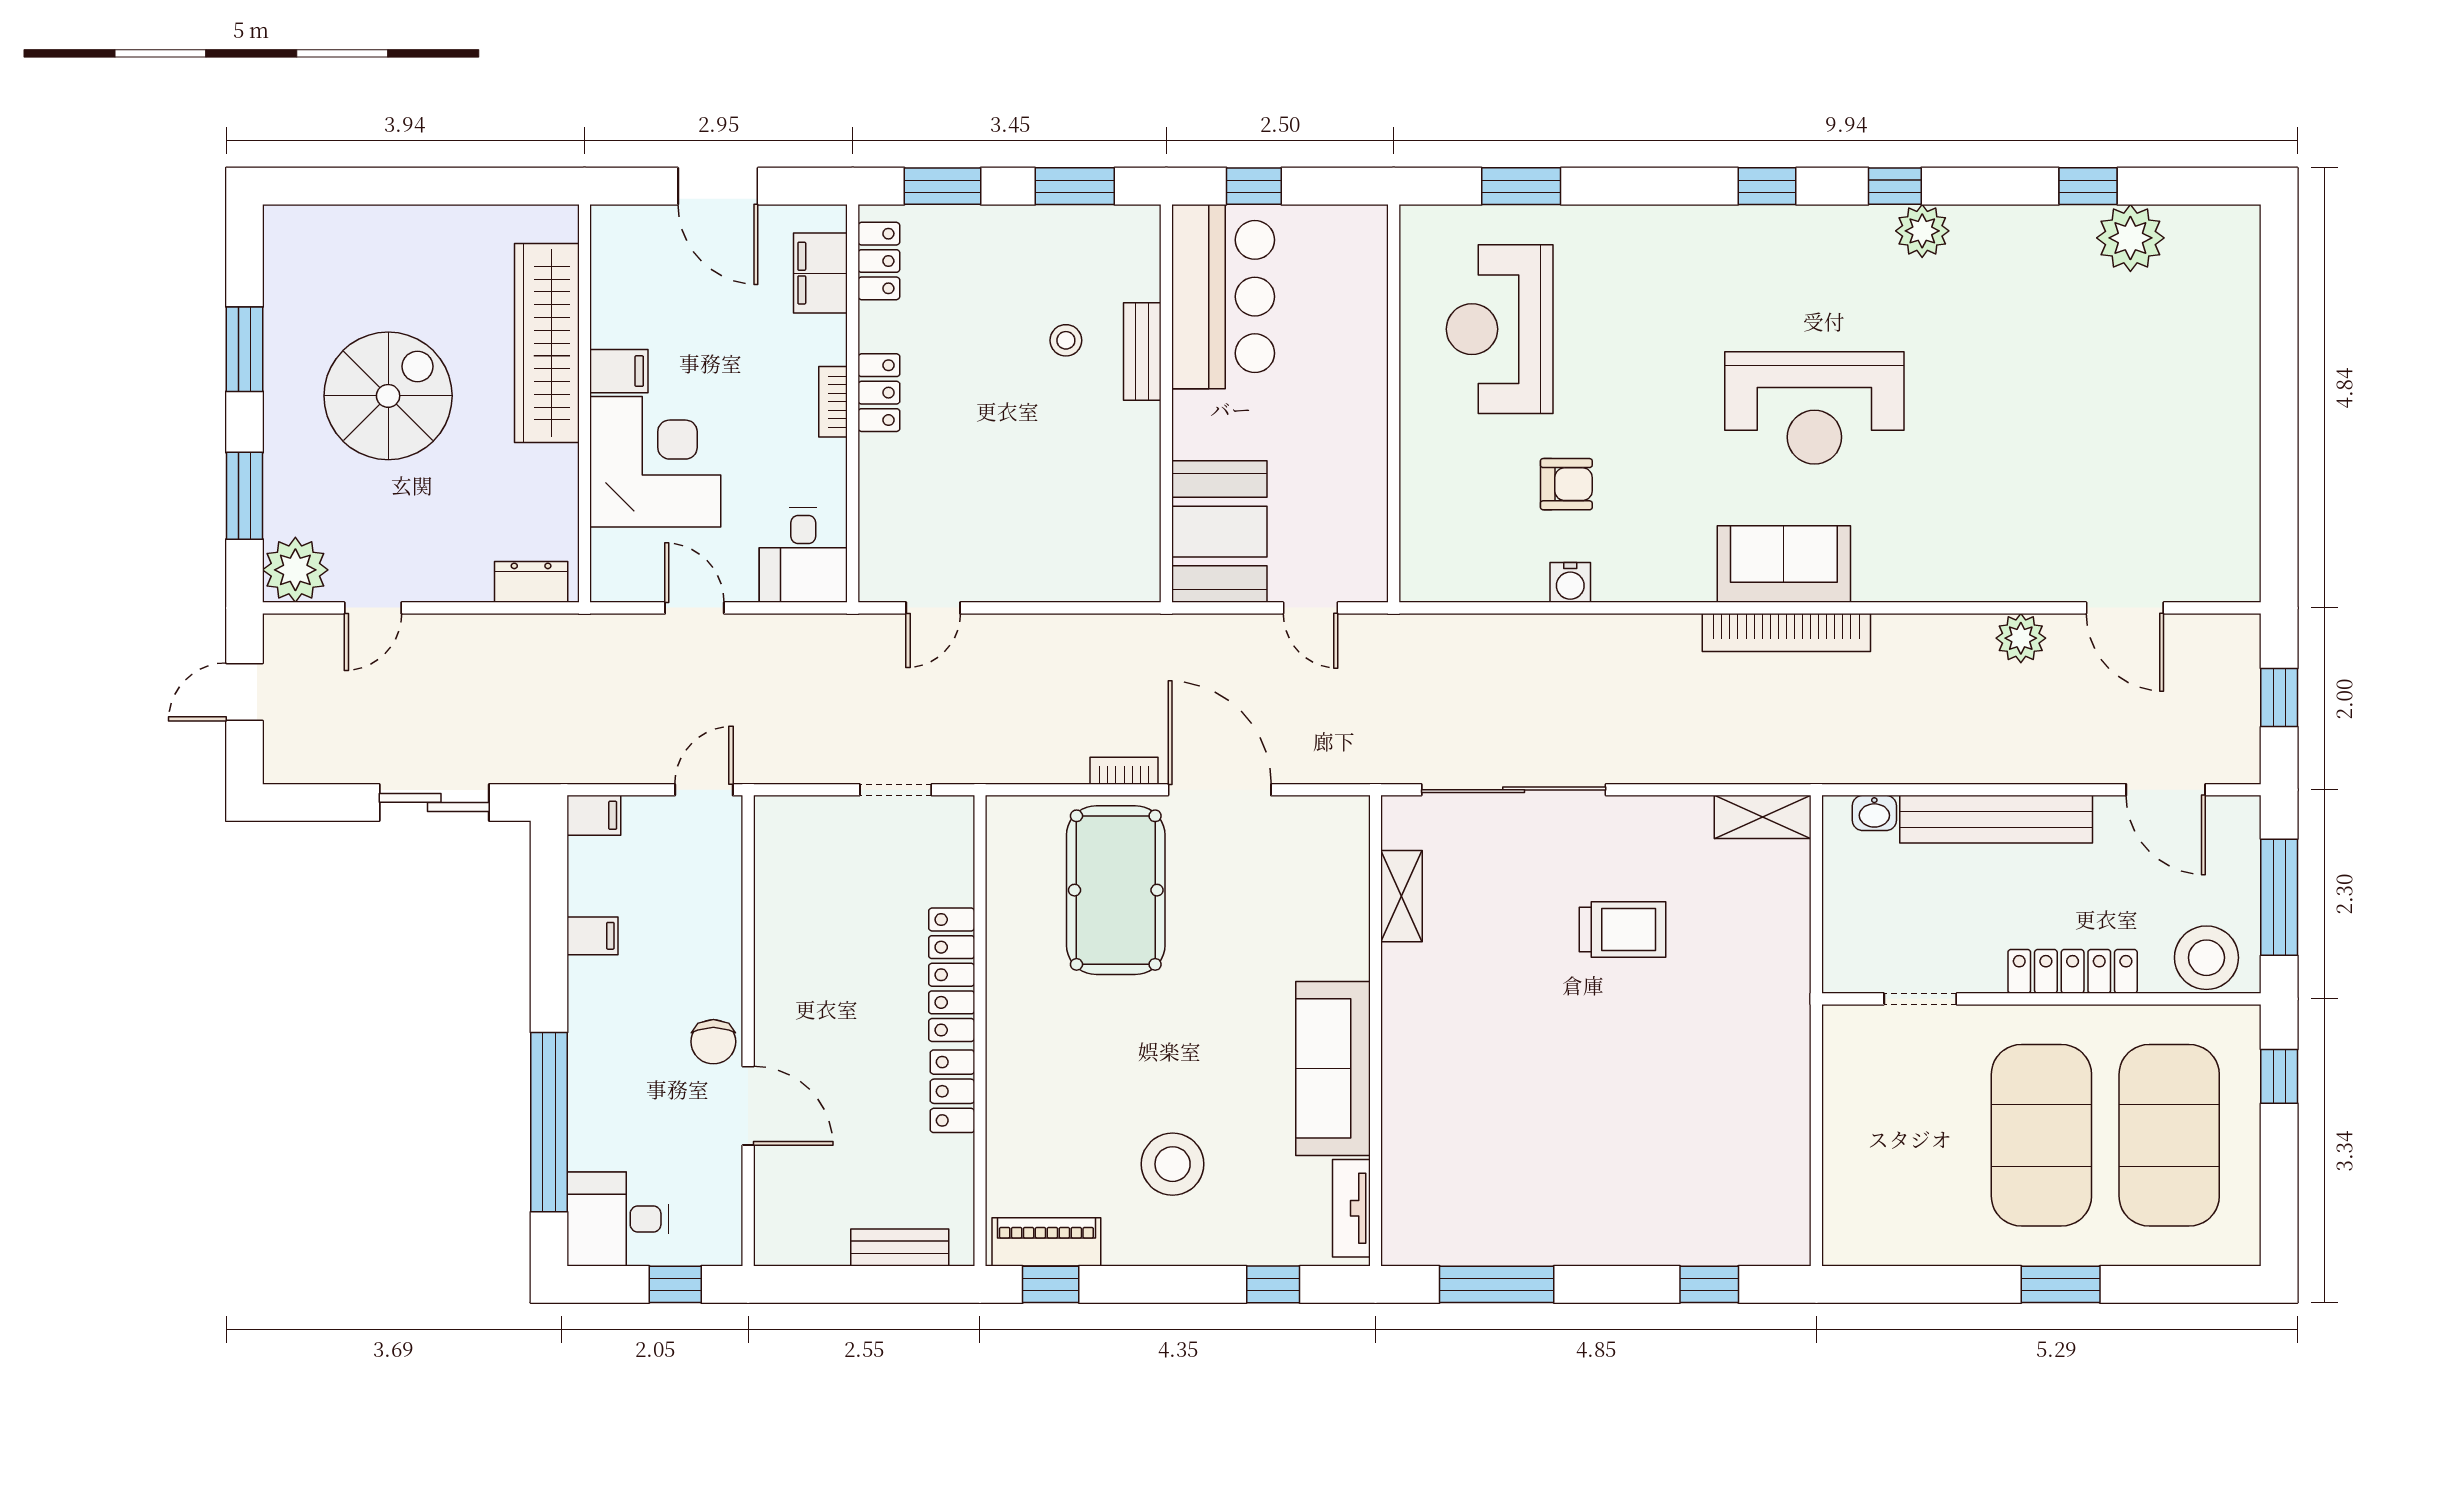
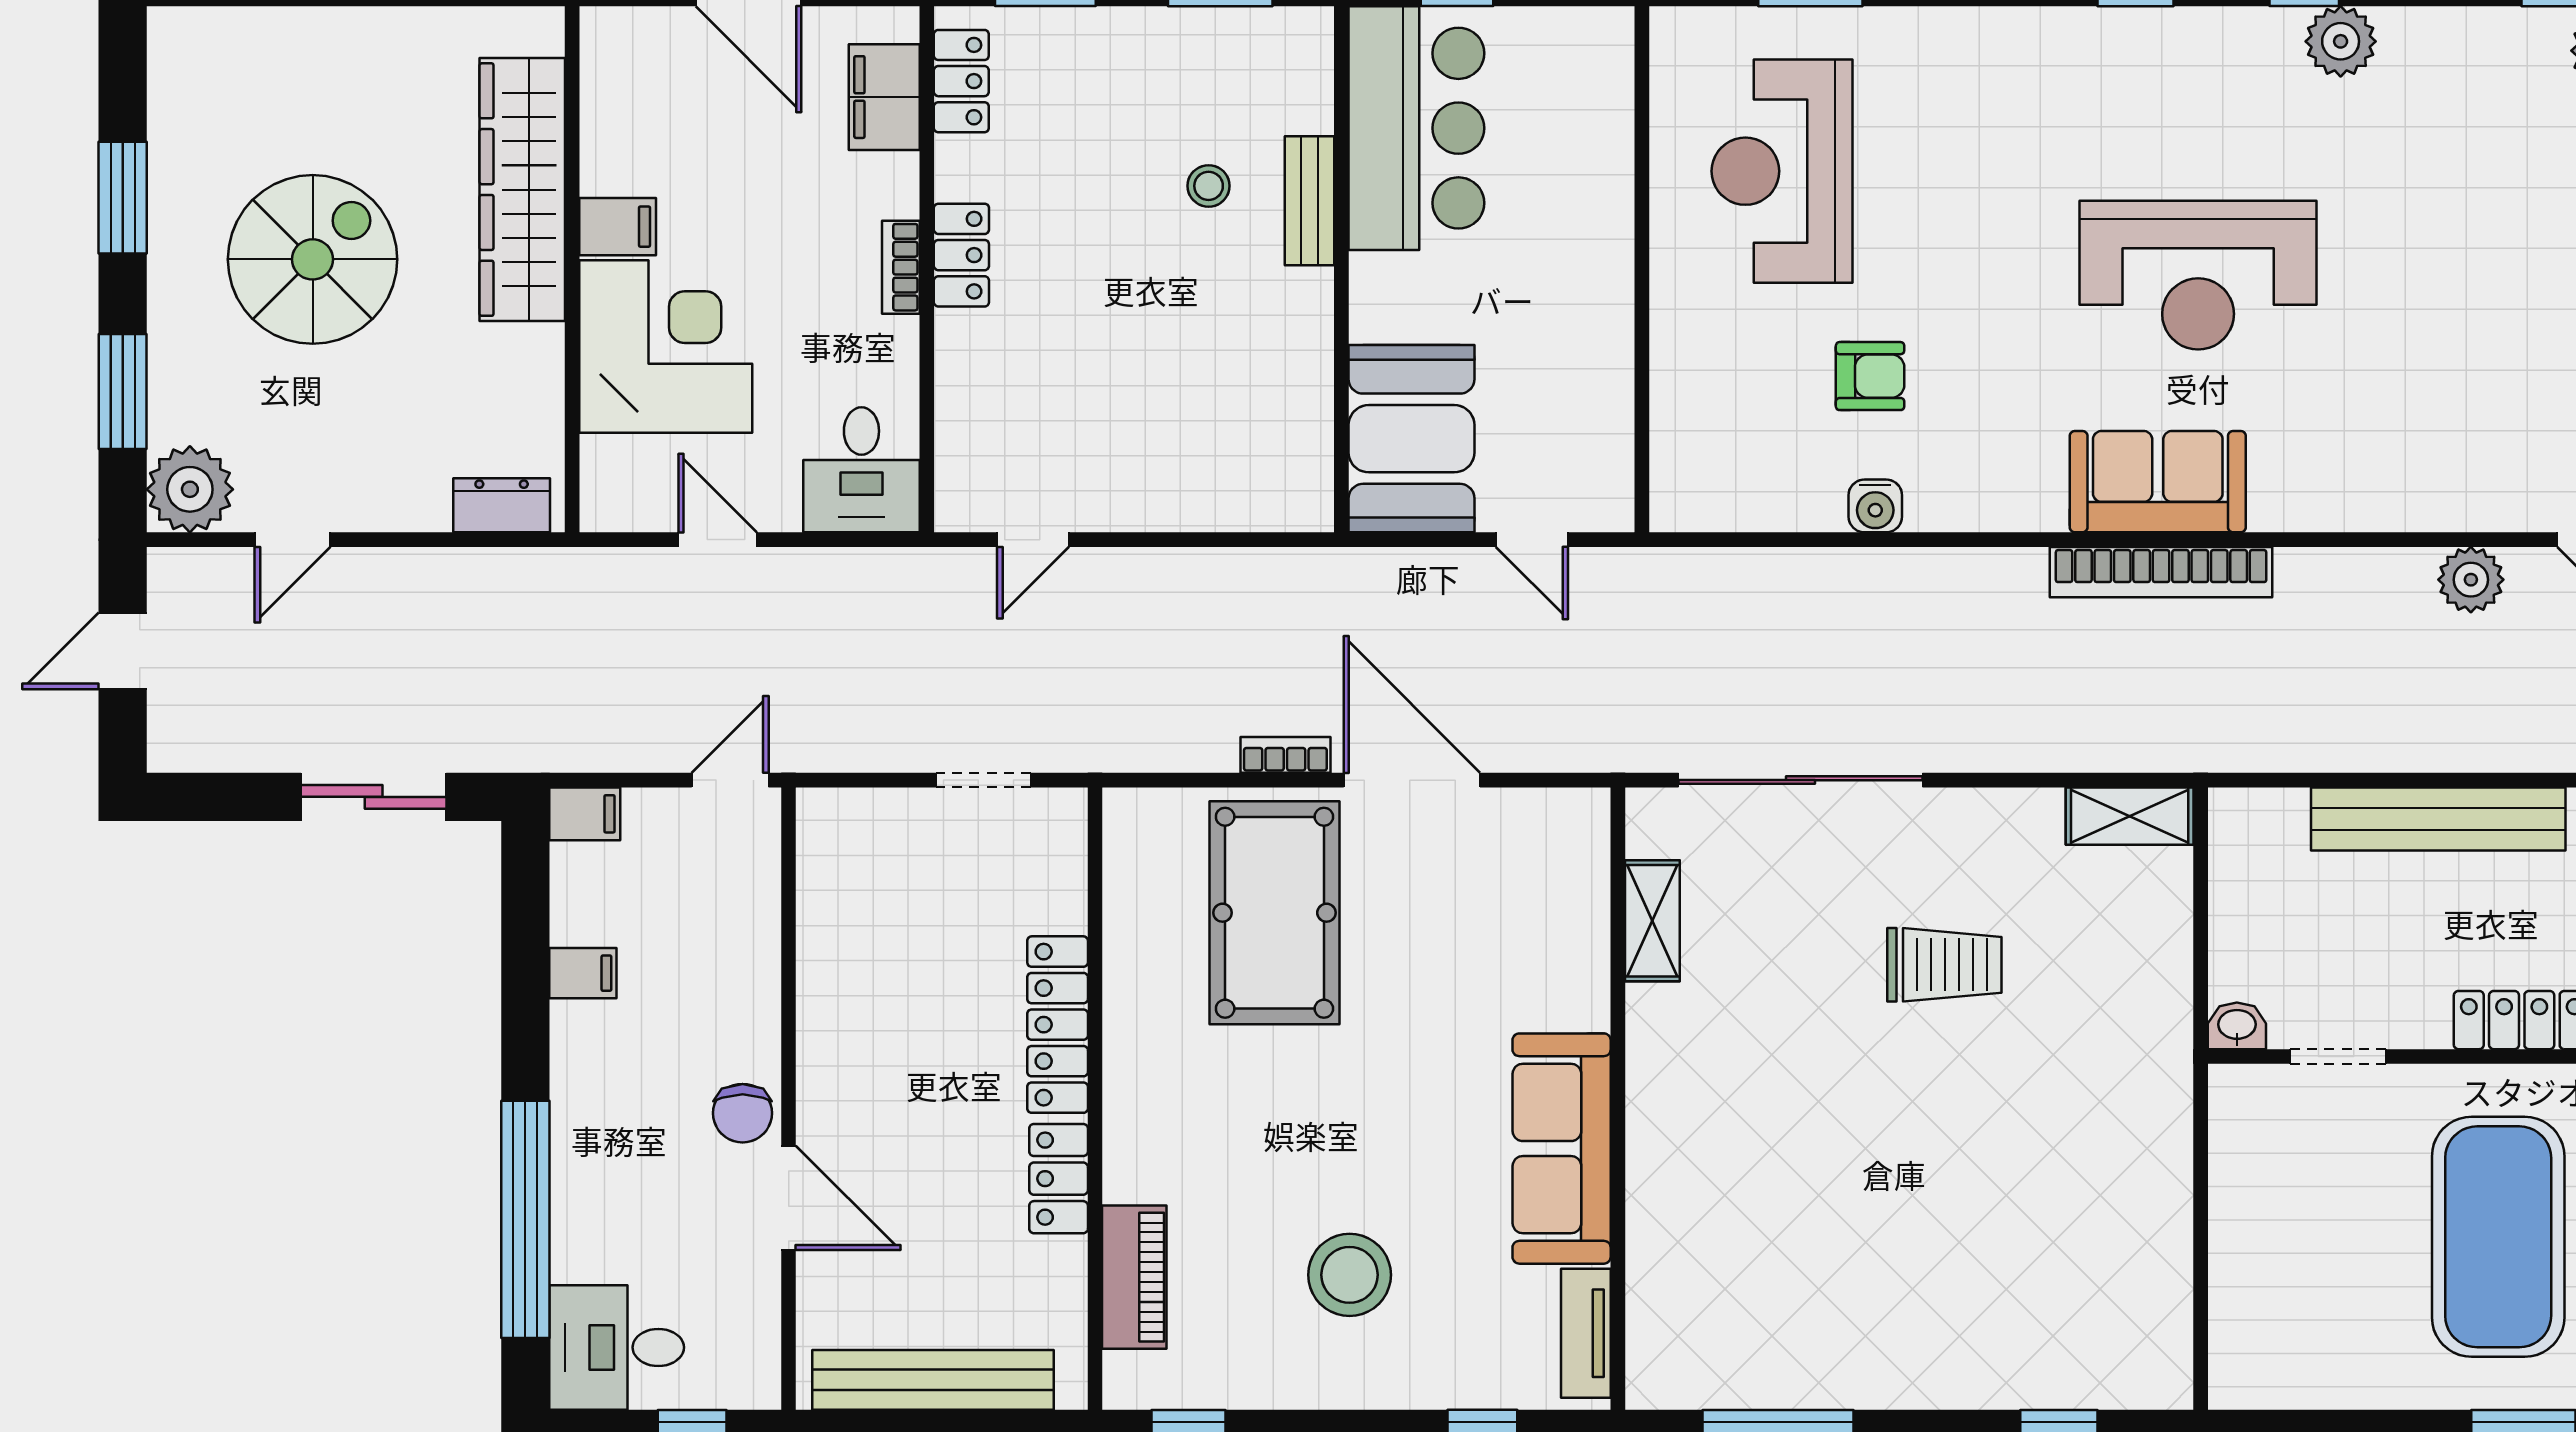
washbasin: (1874, 813) -> (2237, 1026), moved, turned 180
piano: (1046, 1242) -> (1134, 1277), moved, turned 90
bench: (900, 1247) -> (933, 1380), width x1.86, depth x1.21

